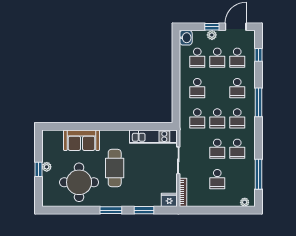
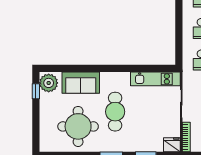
plant: (47, 167) -> (49, 83), moved, width x1.88, depth x1.88
window: (38, 169) -> (36, 91), moved

